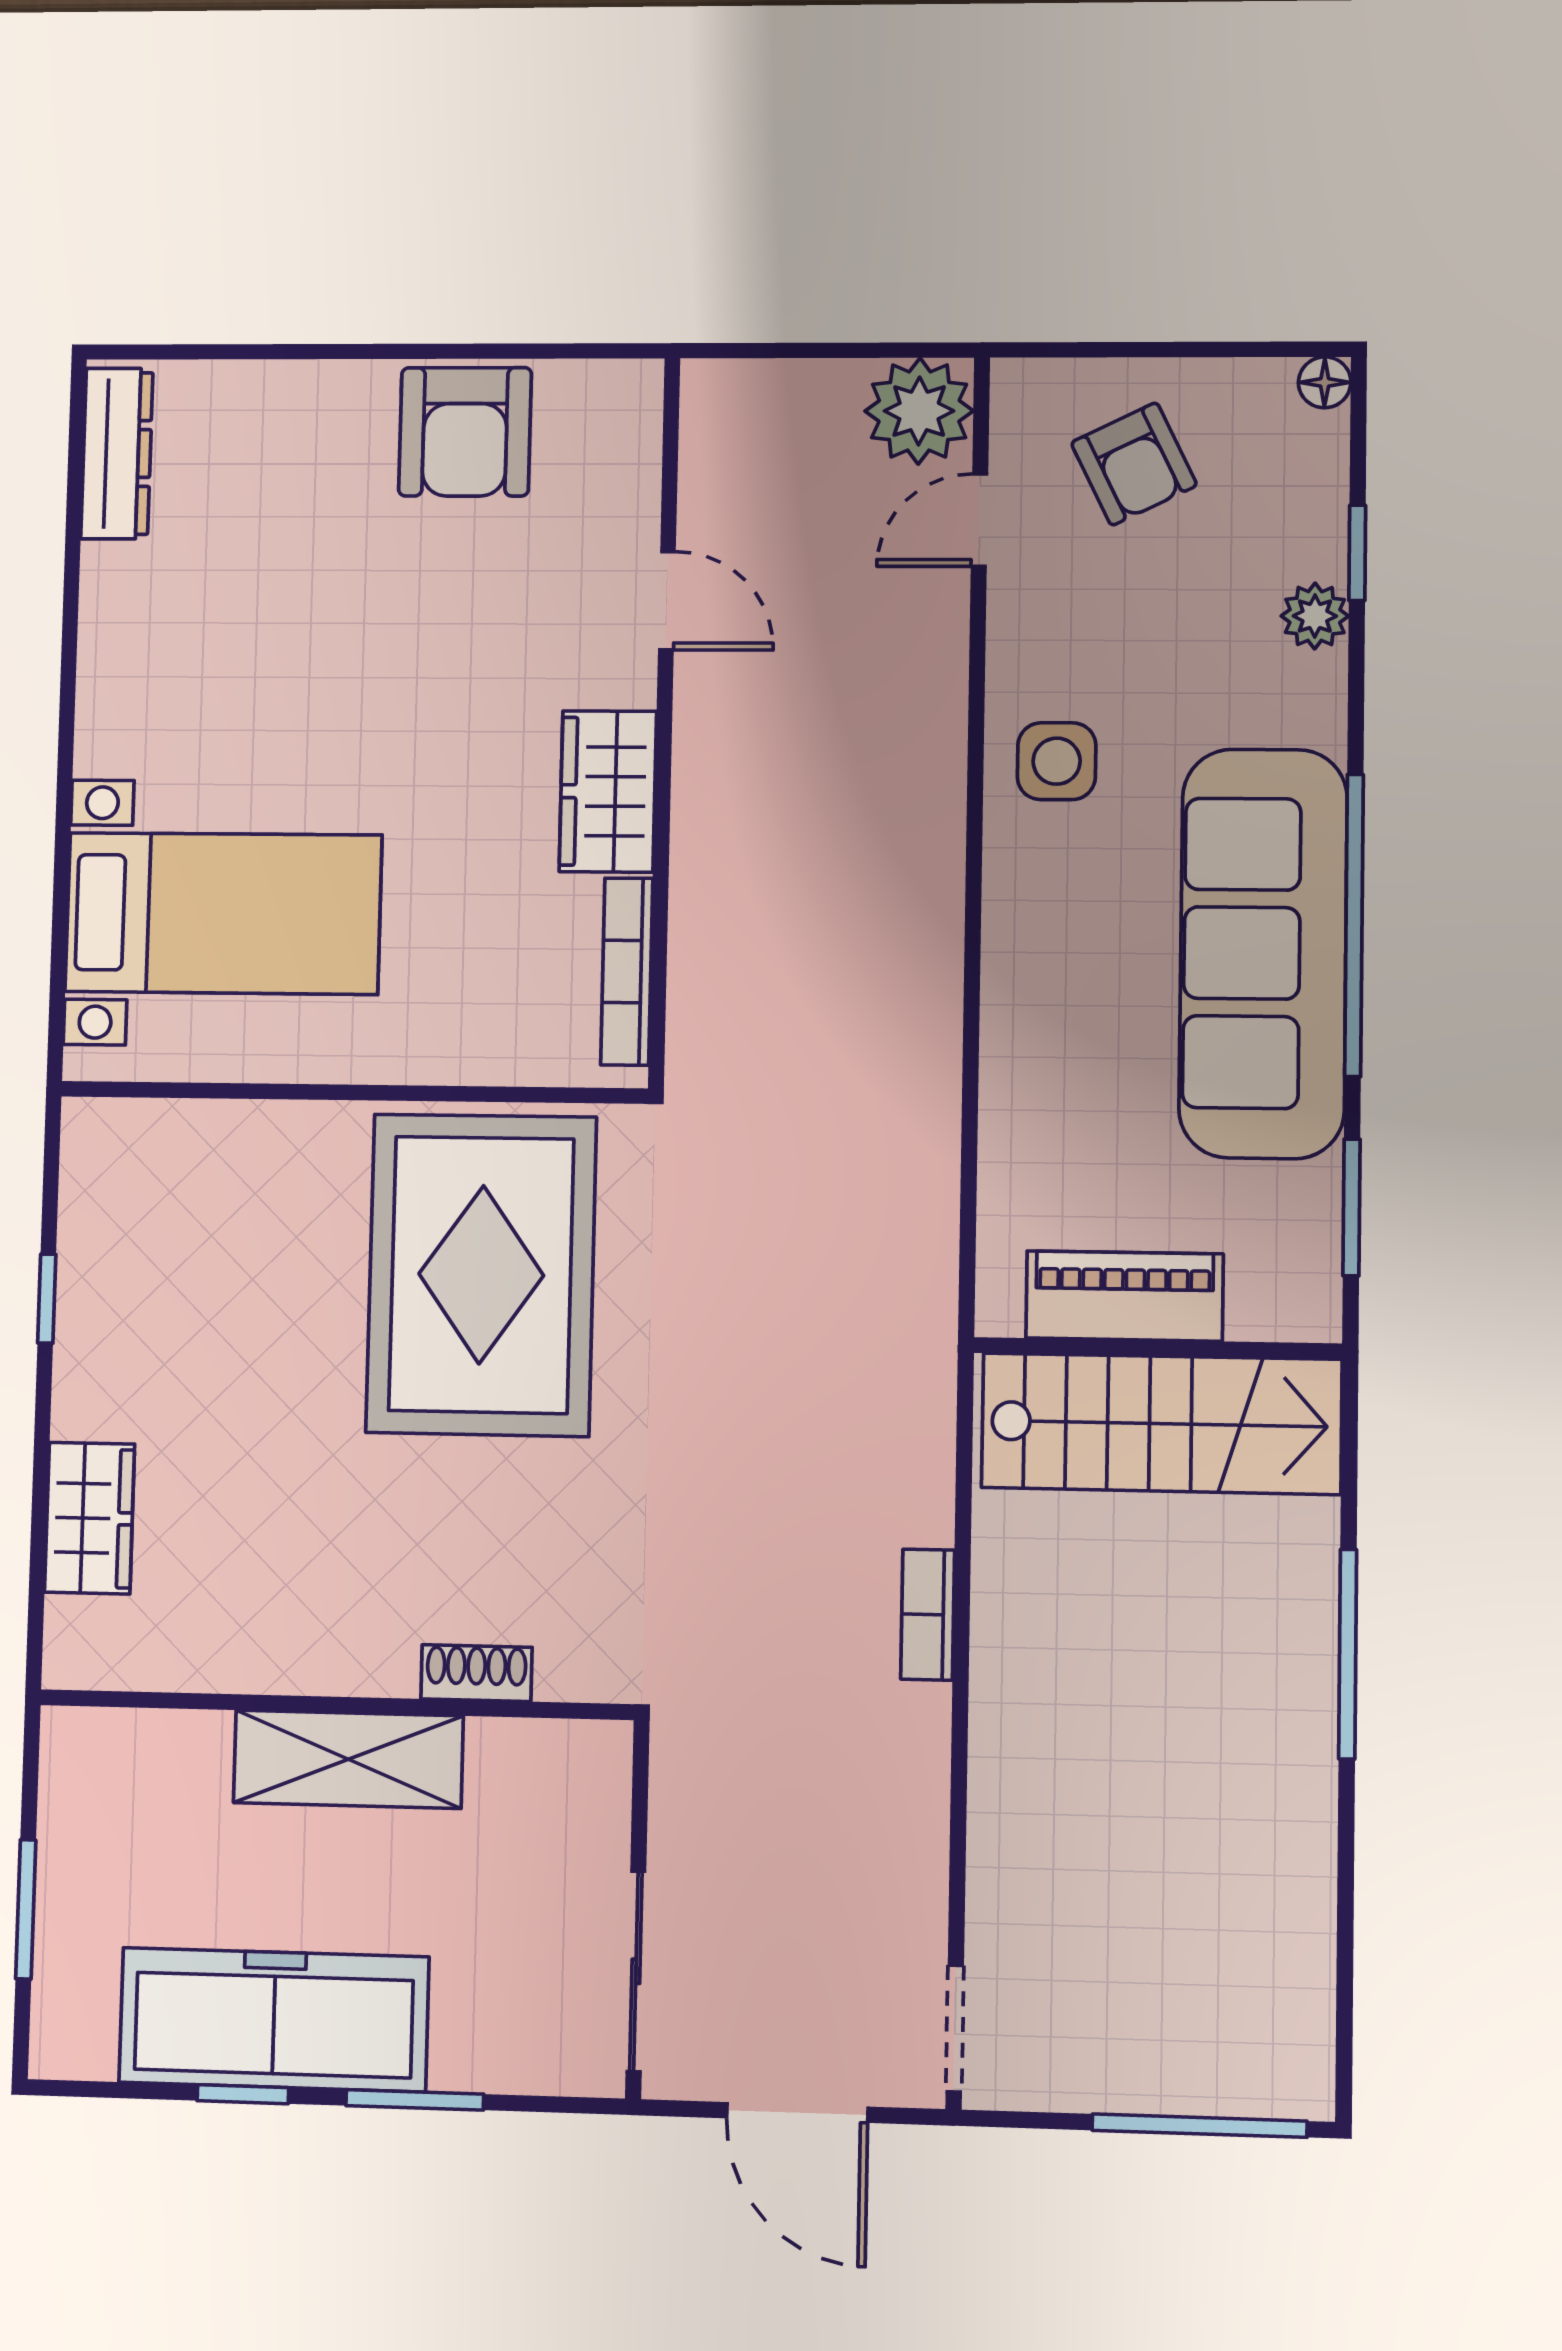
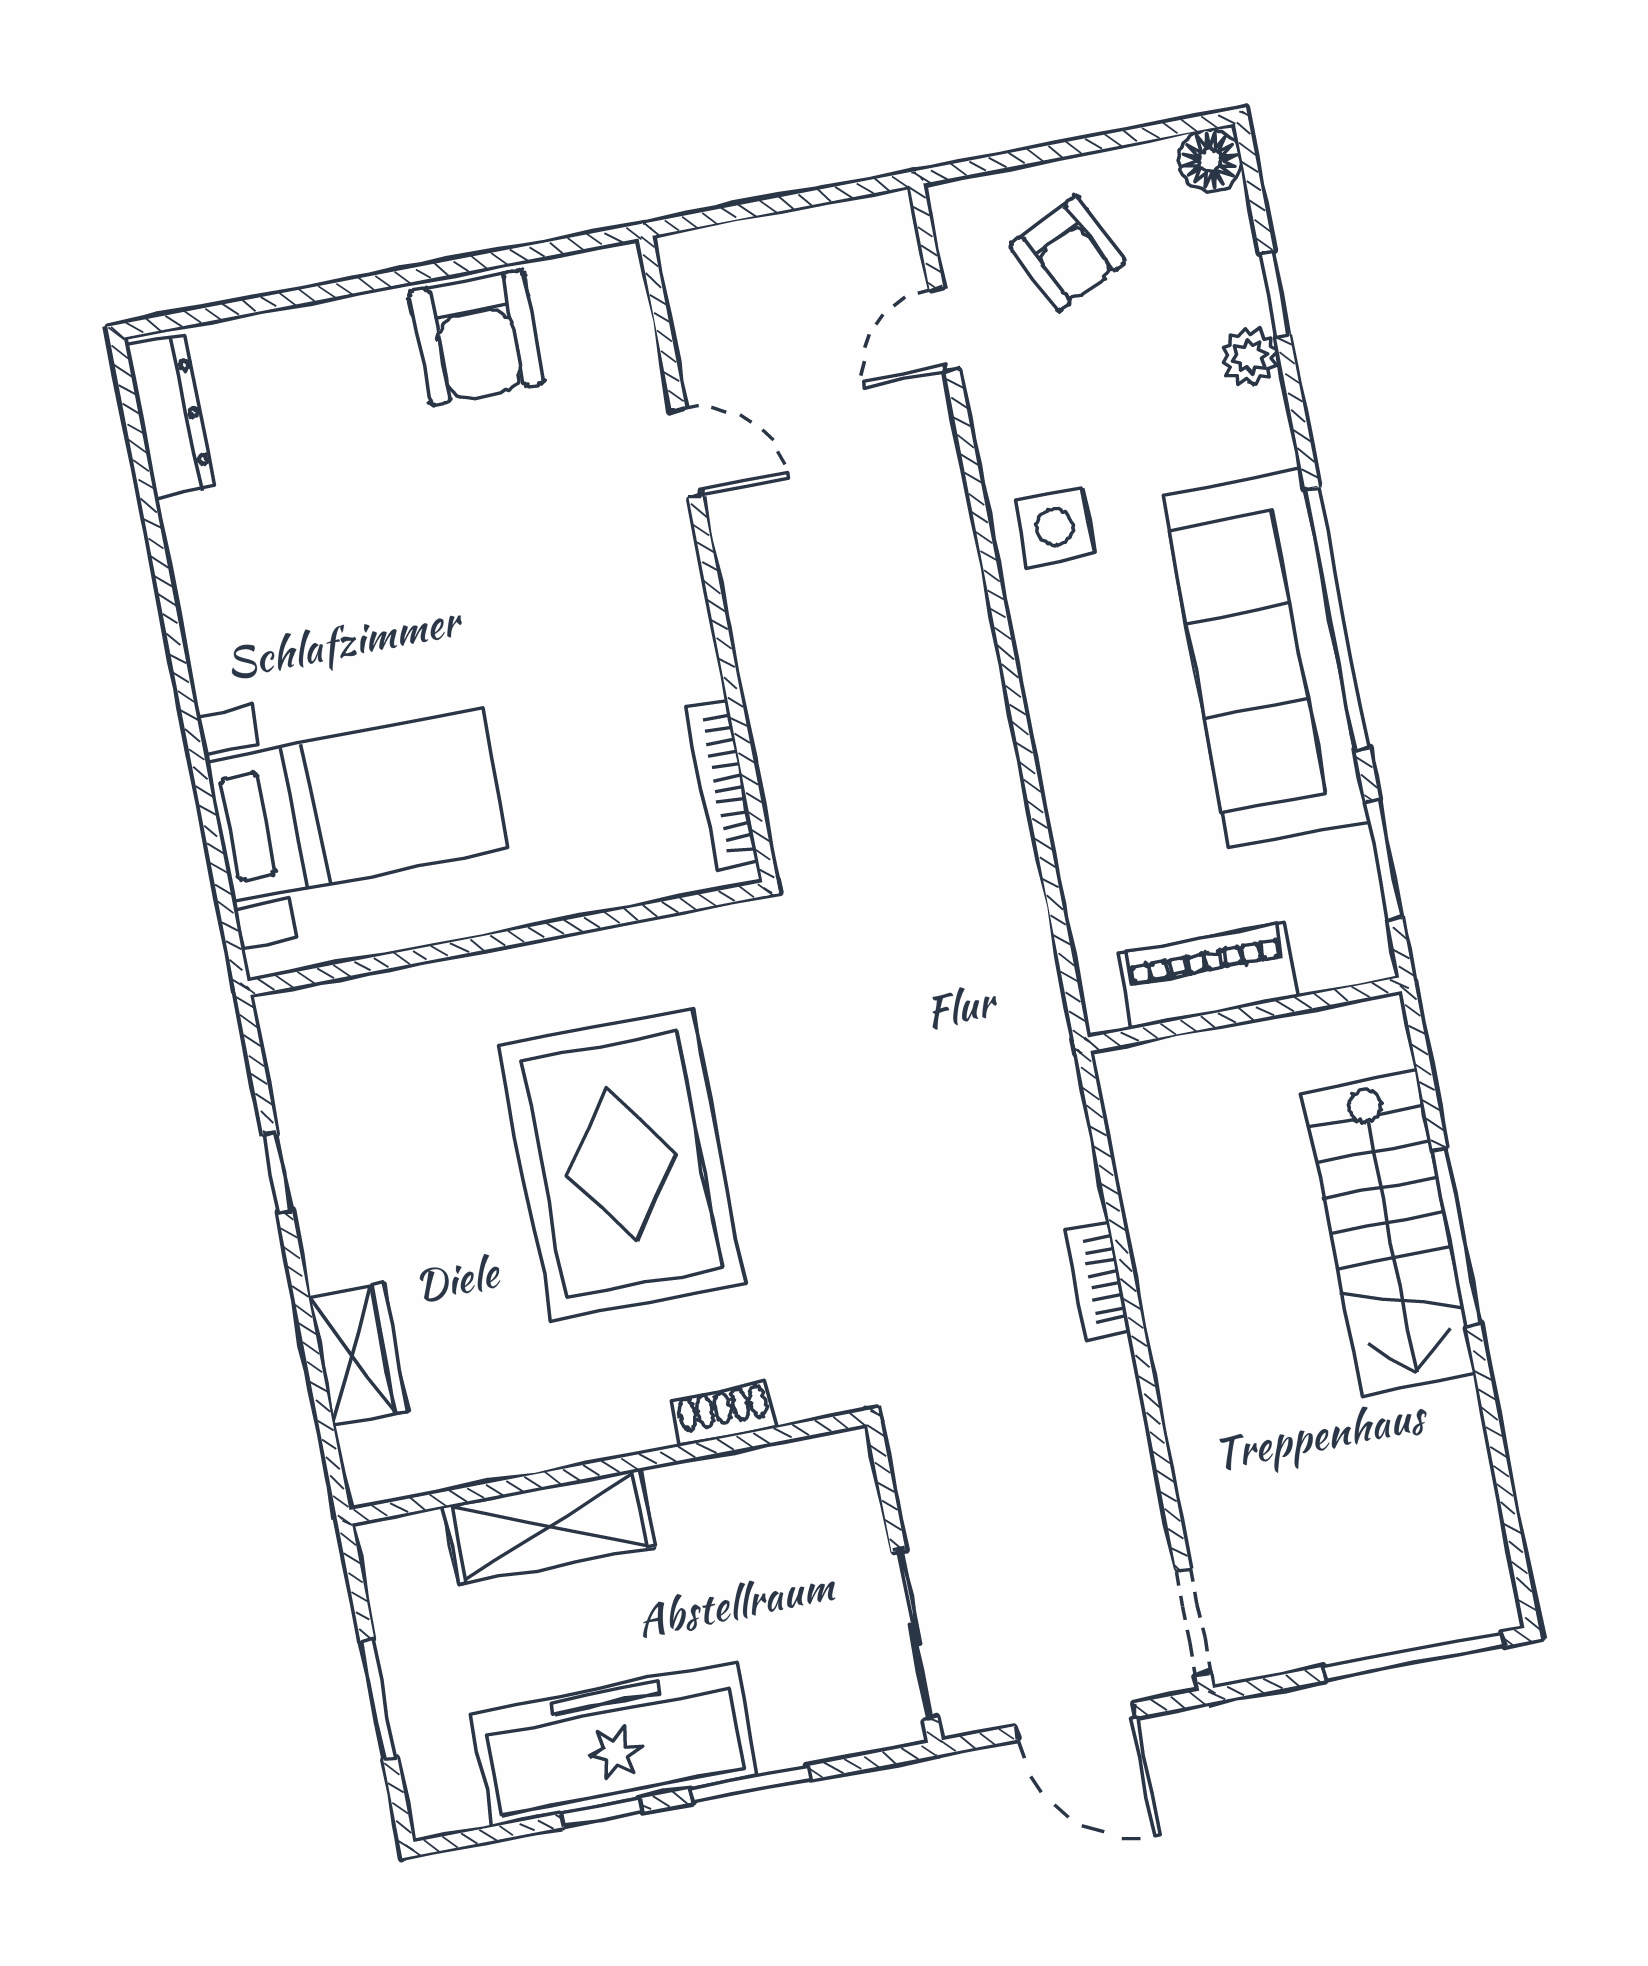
floor lamp: (1325, 382) -> (1210, 160), width x1.37, depth x1.37
plant: (919, 411) -> (872, 243), removed
wardrobe: (608, 791) -> (672, 631), removed
rug: (481, 1275) -> (622, 1164), moved
stairs: (1161, 1424) -> (1389, 1233), moved, turned 90
shelving: (348, 1759) -> (549, 1526), moved

